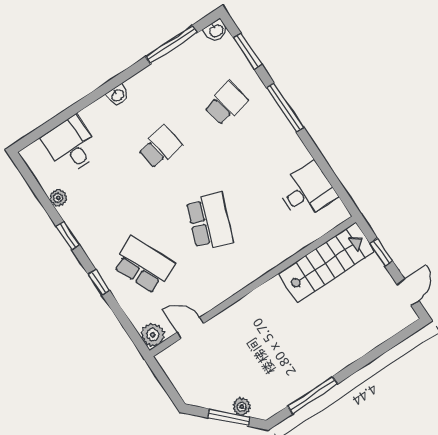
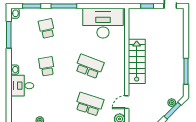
desk: (71, 145) -> (22, 86), moved
desk: (306, 191) -> (103, 23), width x1.87, depth x1.30
stairs: (327, 262) -> (137, 61), moved
school desk: (144, 265) -> (89, 104), turned 42

